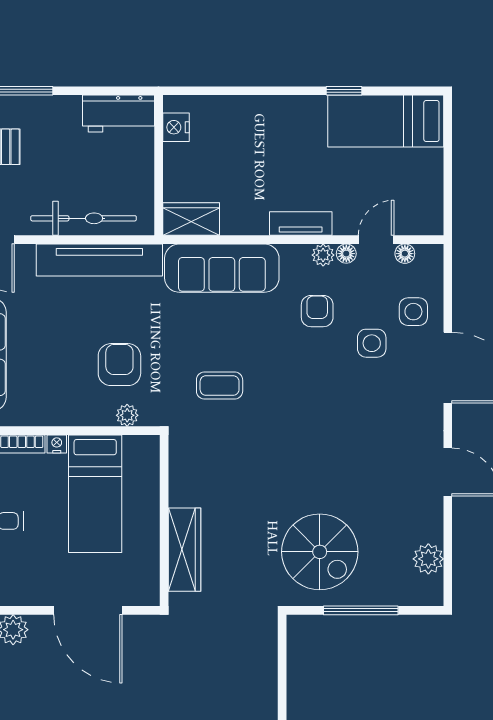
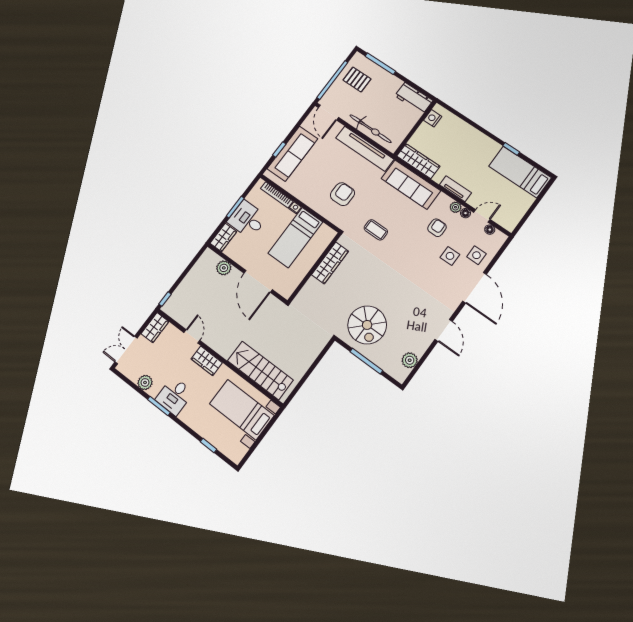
wardrobe: (191, 219) -> (418, 161), width x1.50
plant: (127, 415) -> (331, 216), removed
wardrobe: (185, 550) -> (330, 263), moved

